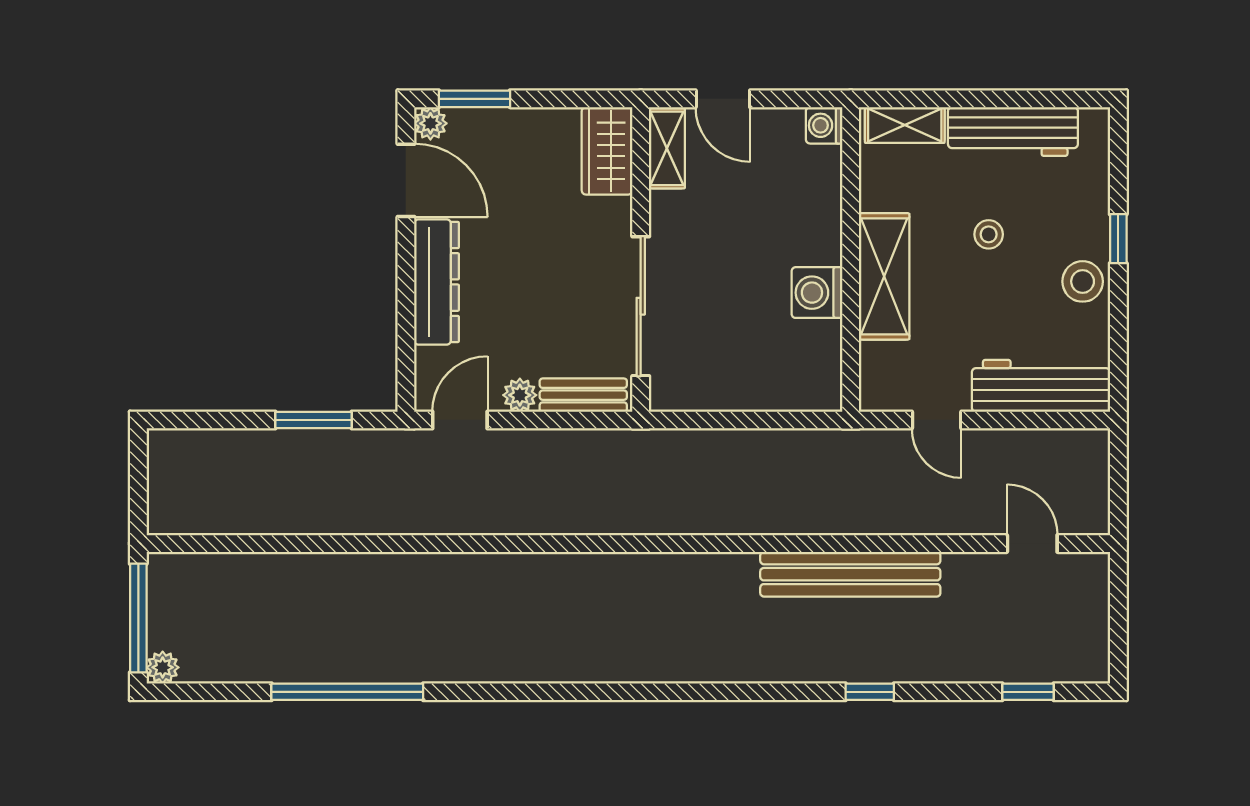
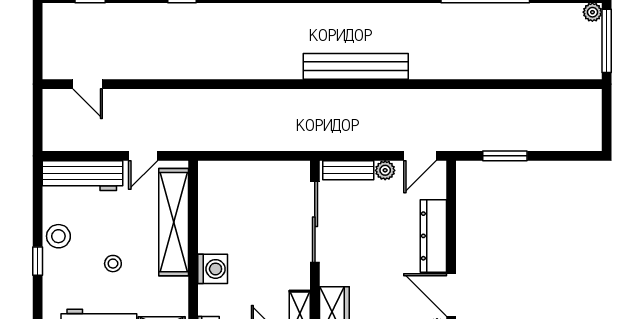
shelving: (884, 276) -> (174, 222), width x1.47
washing machine: (817, 293) -> (213, 269), moved
door: (937, 420) -> (143, 156), swing flipped
bench: (850, 574) -> (356, 66), moved

